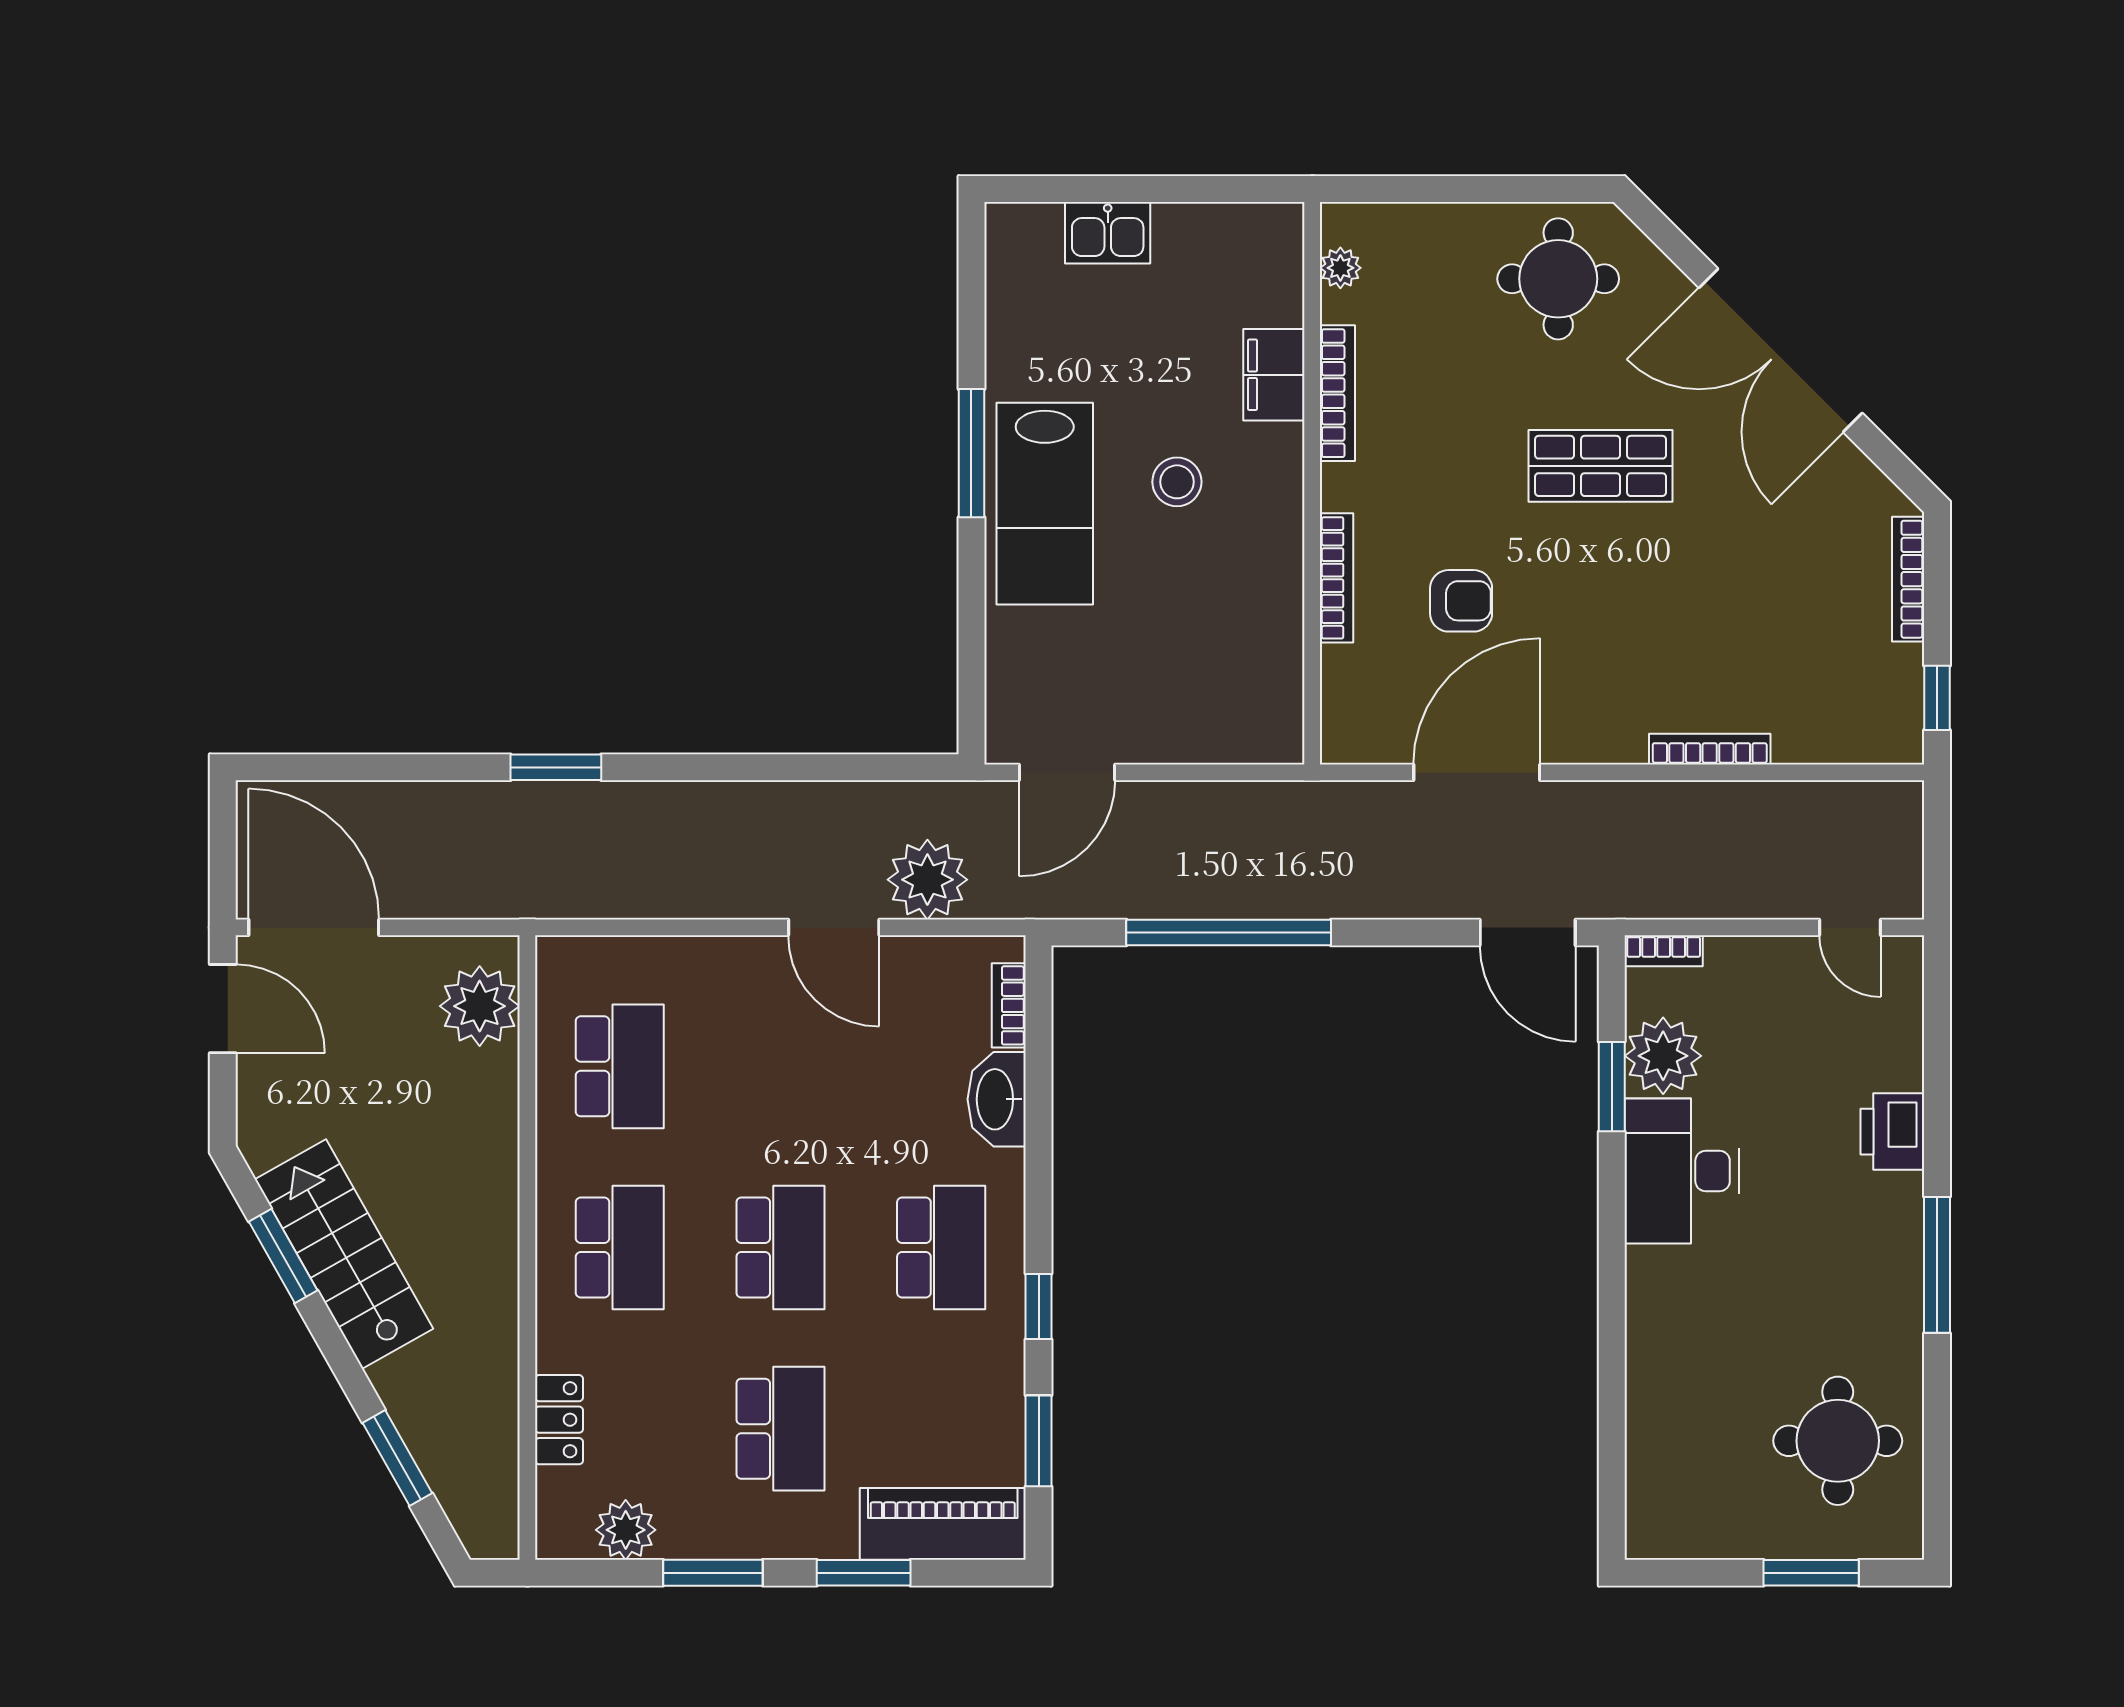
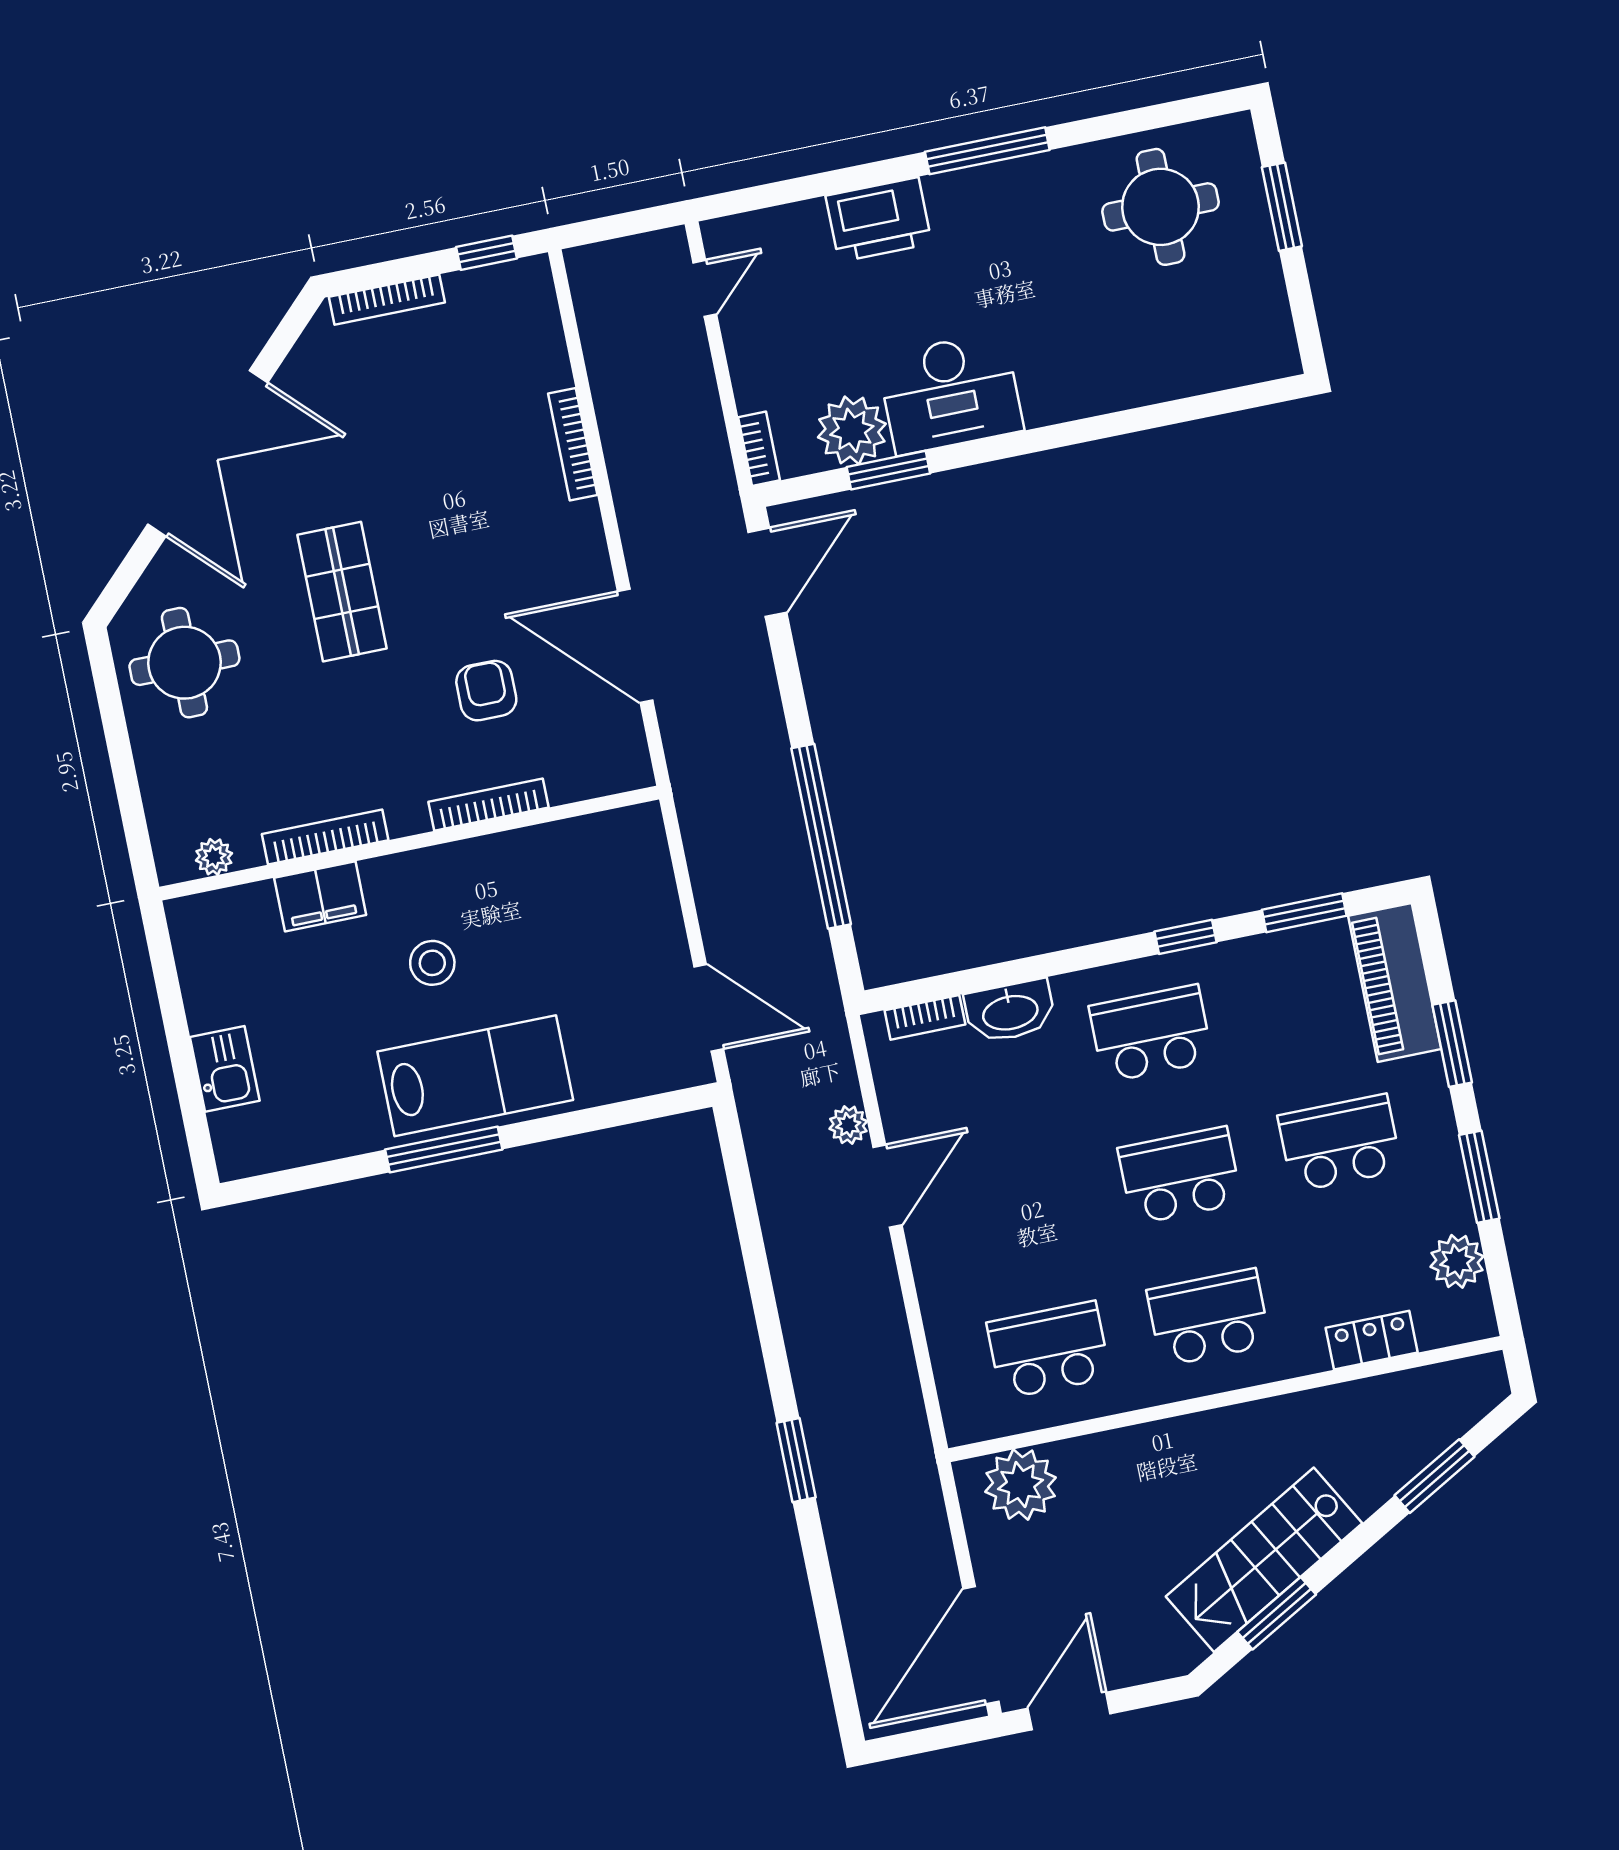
plant: (927, 880) -> (848, 1125), width x0.53, depth x0.53
printer: (1892, 1132) -> (879, 220), width x1.37, depth x1.19

